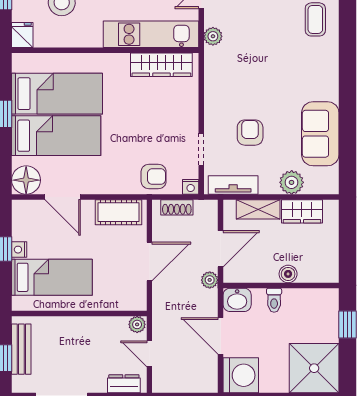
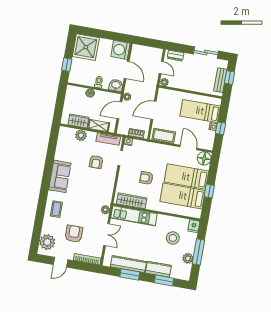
sofa: (320, 134) -> (60, 176), moved
armchair: (154, 177) -> (146, 178), moved

